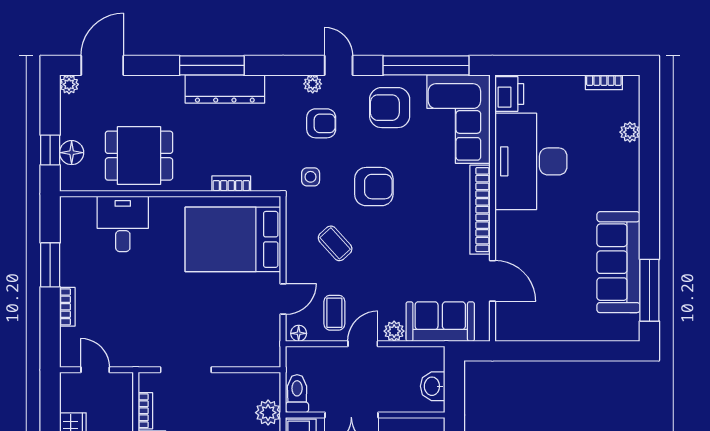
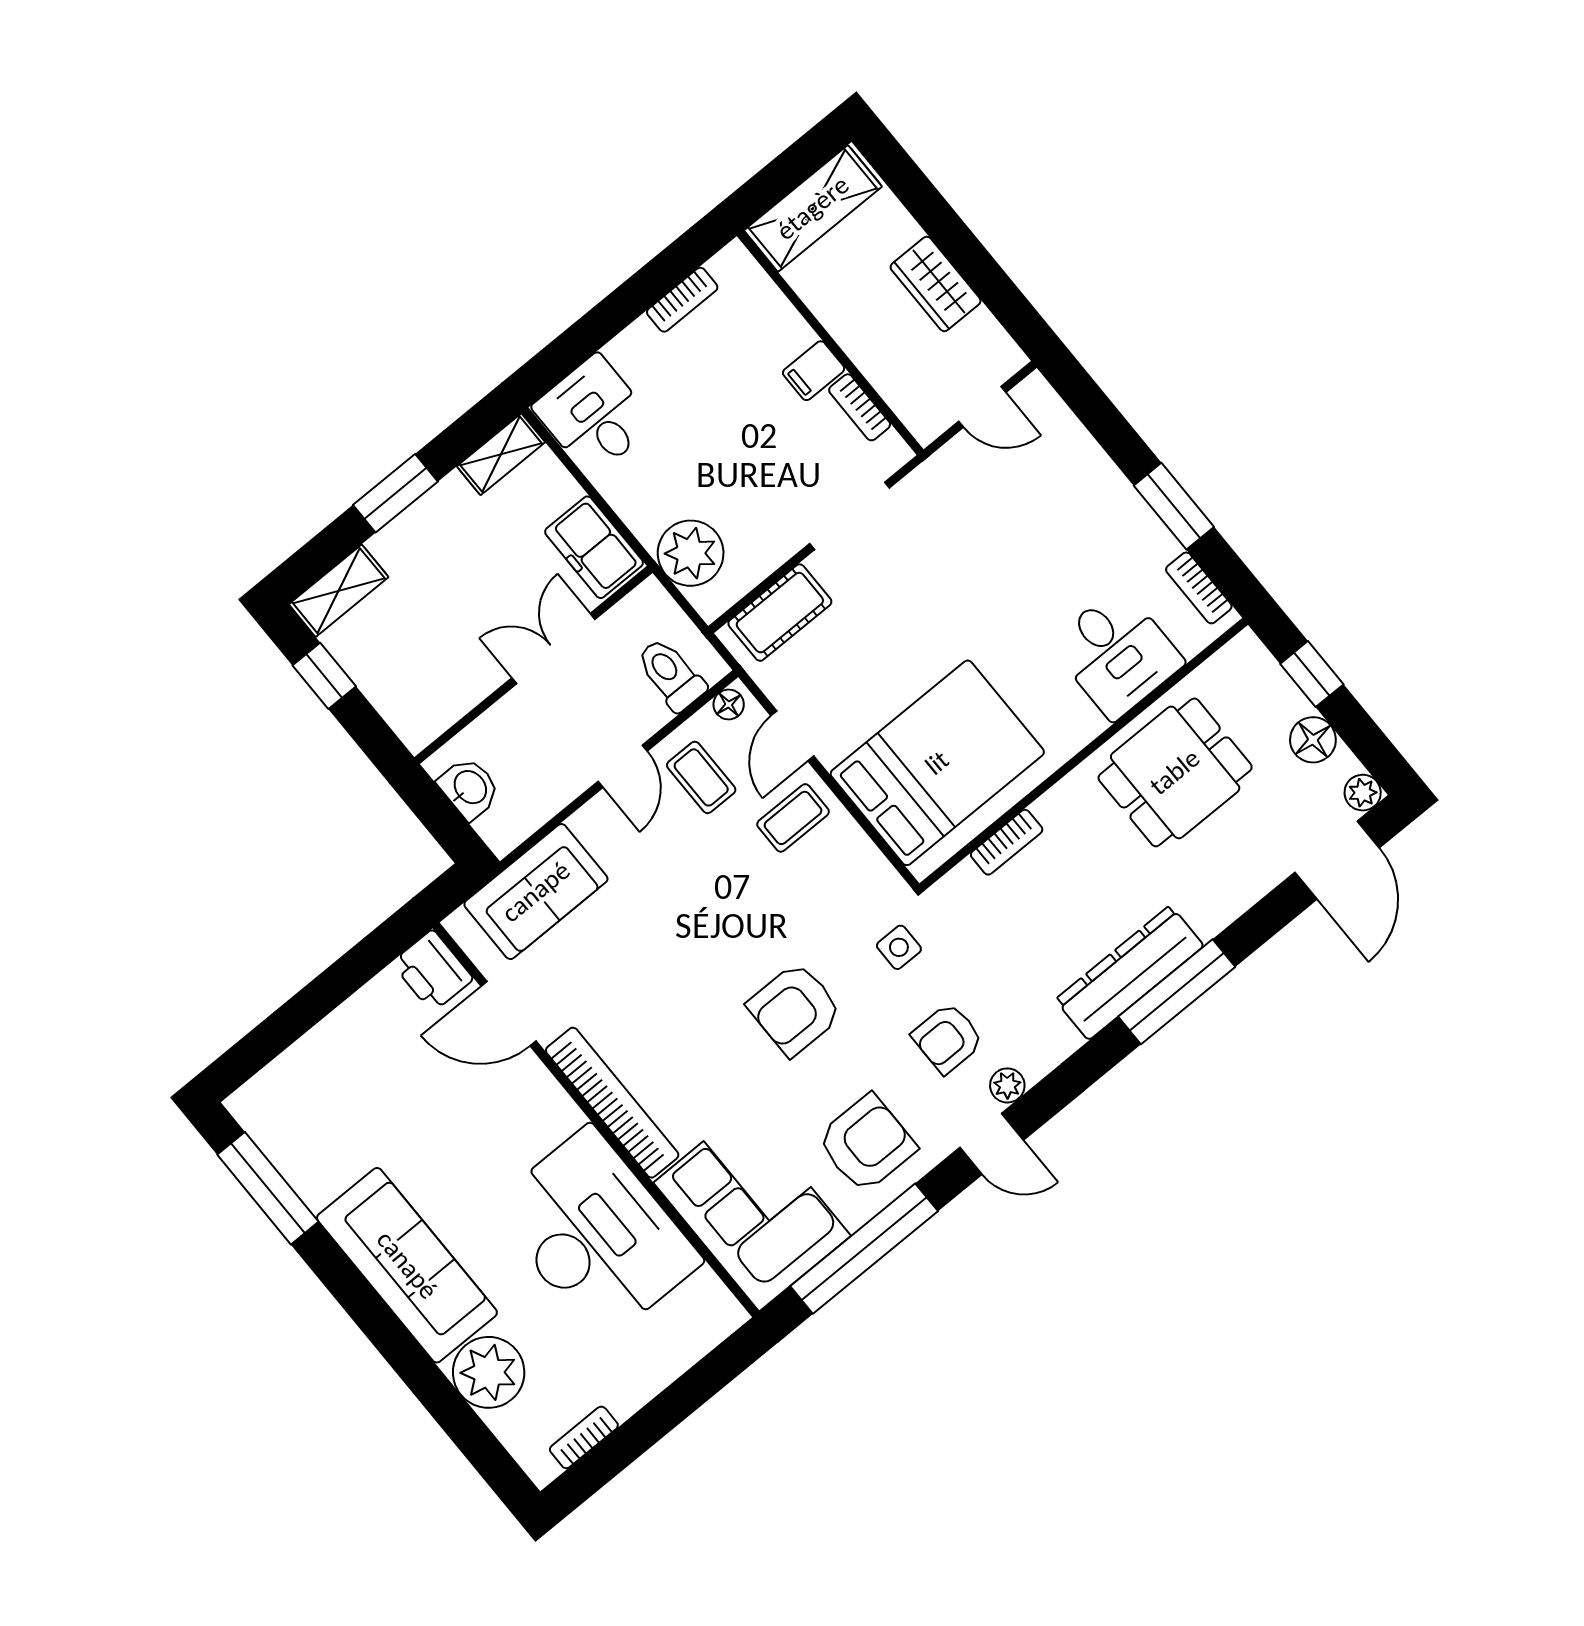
printer: (509, 94) -> (432, 971), moved
plant: (630, 132) -> (489, 1372), width x1.87, depth x1.87
floor lamp: (72, 153) -> (1313, 740), moved
coffee table: (335, 243) -> (793, 818), moved, turned -48
sofa: (618, 262) -> (407, 1265), moved
bookcase: (67, 307) -> (1199, 588), moved
plant: (394, 331) -> (592, 822), removed
cot: (247, 354) -> (780, 613), added
toilet: (297, 394) -> (671, 674), moved, turned 180
plant: (268, 413) -> (691, 553), width x1.36, depth x1.36

